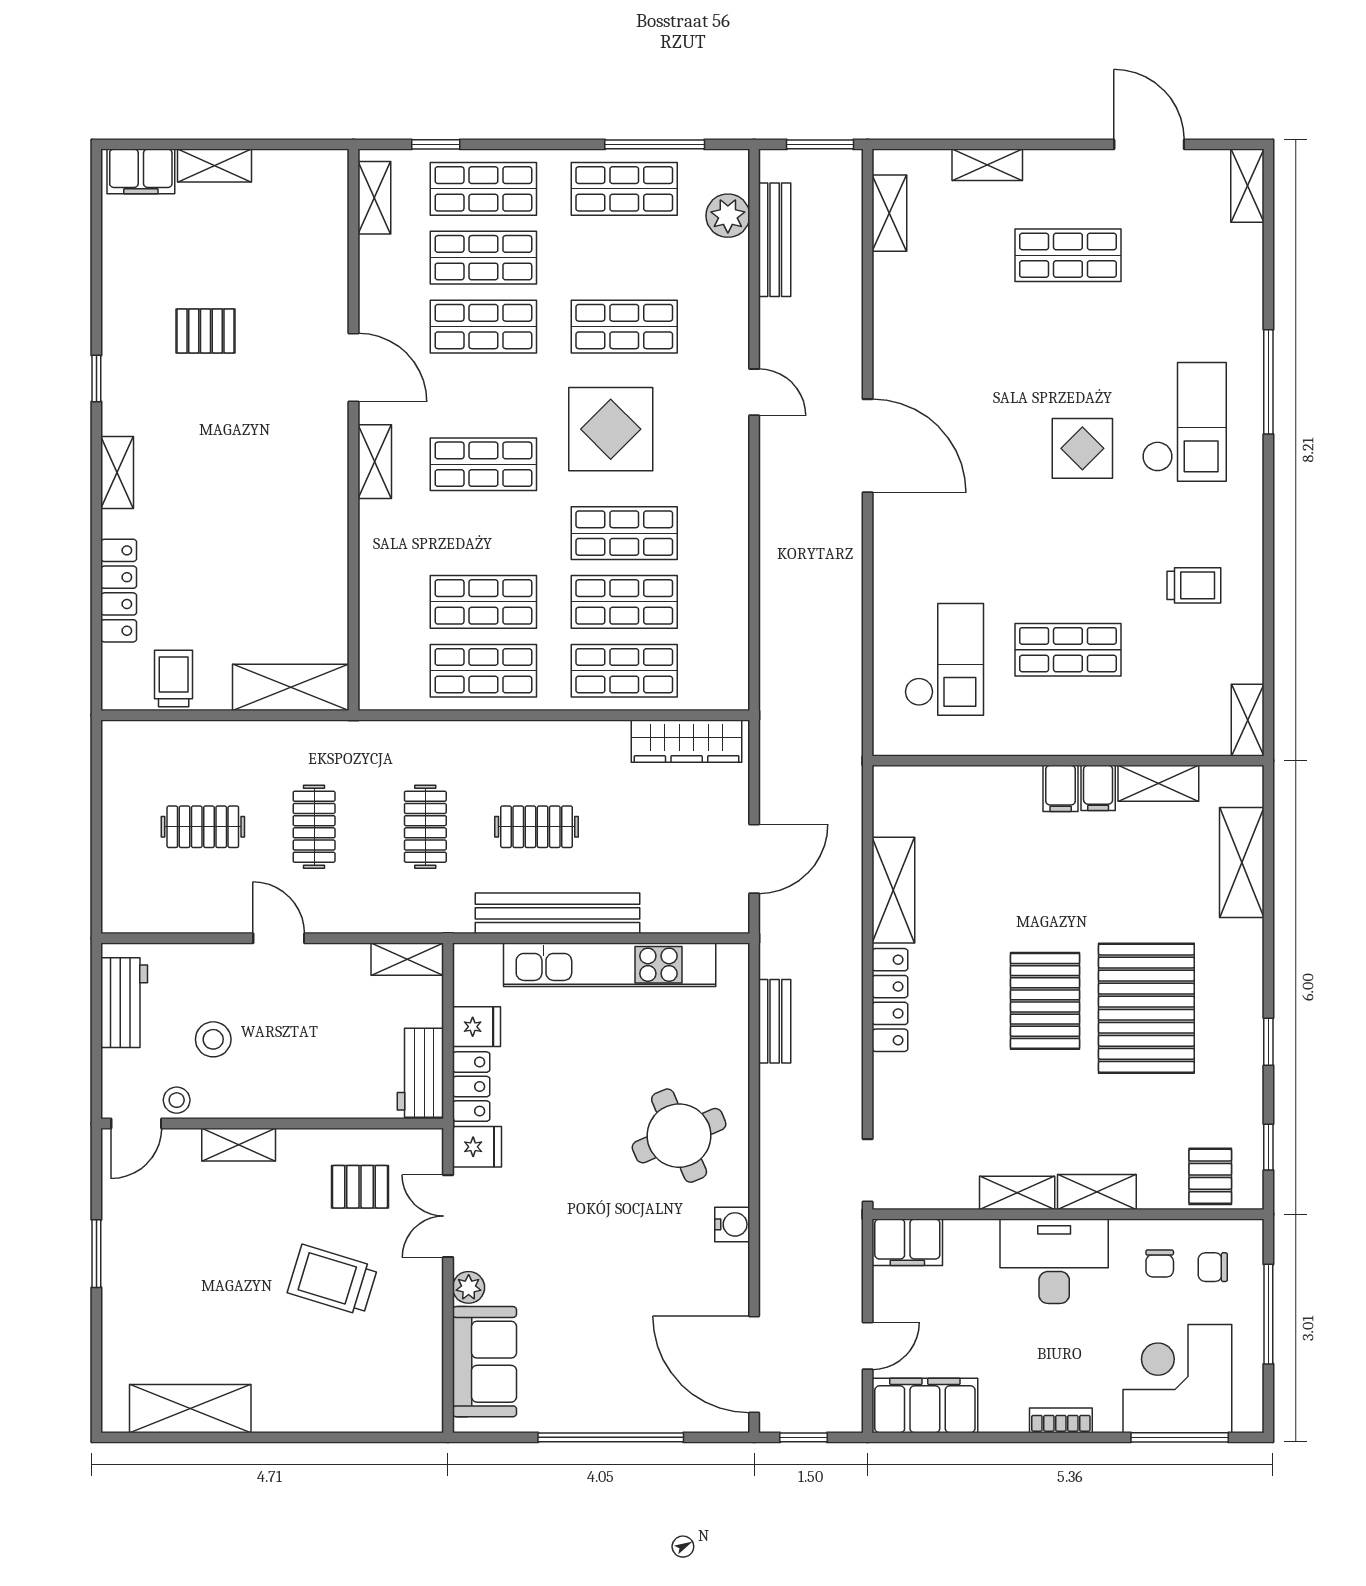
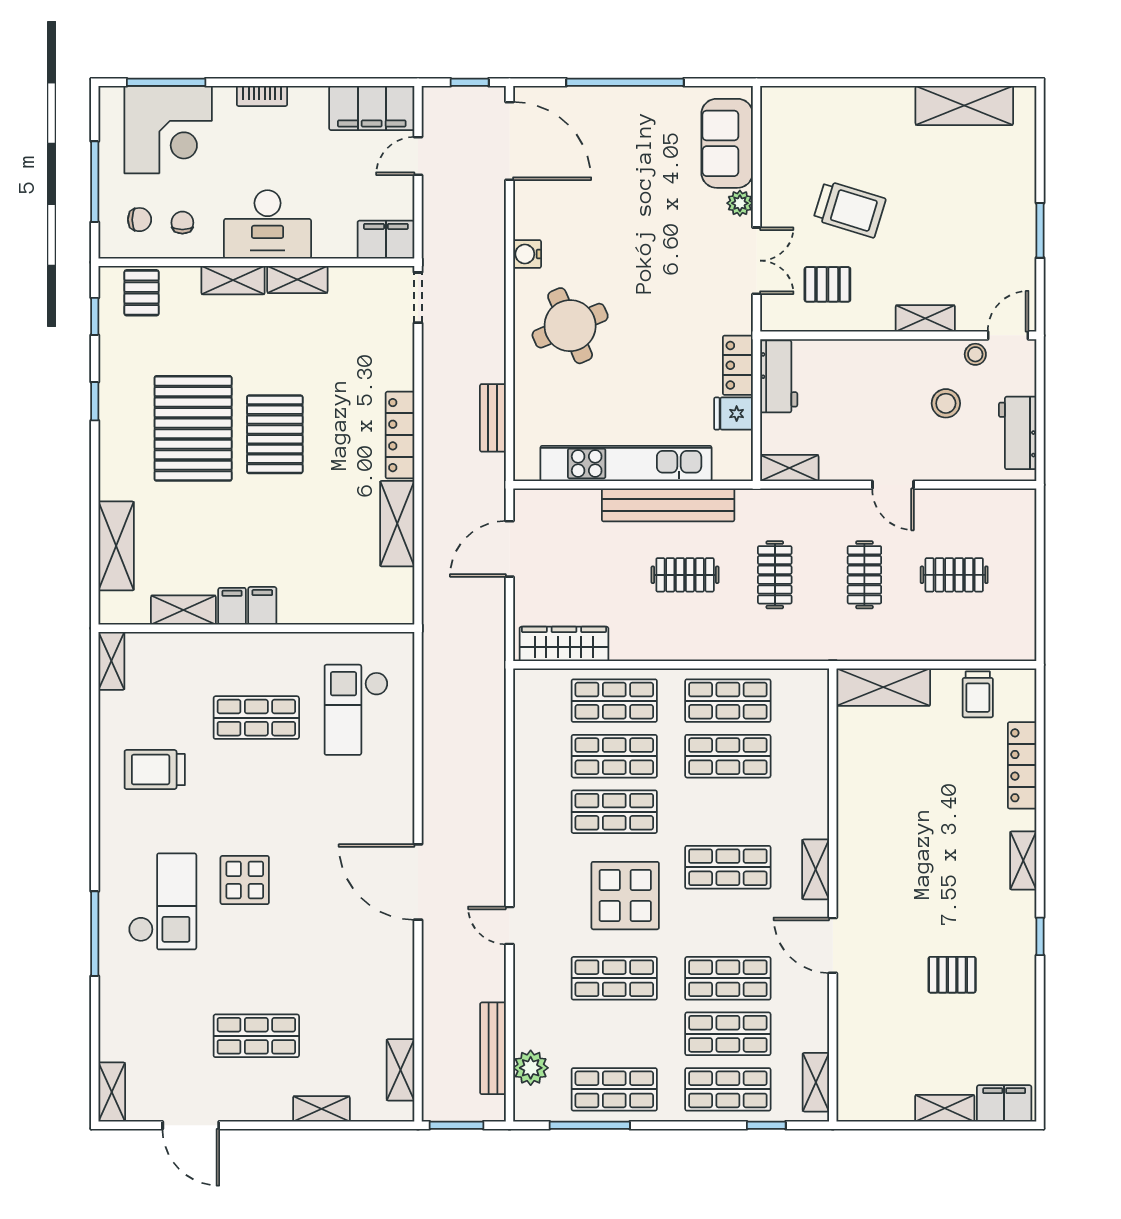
checkout: (1184, 422) -> (162, 901), turned 180
trolley: (1194, 585) -> (155, 770), width x1.36, depth x1.39
fridge: (477, 1147) -> (733, 317), removed

